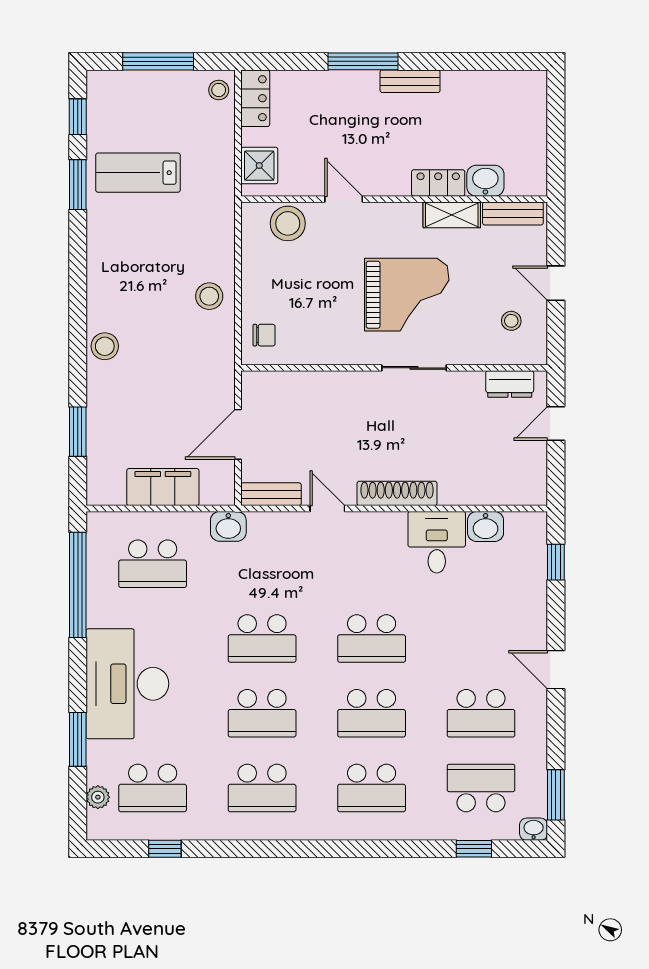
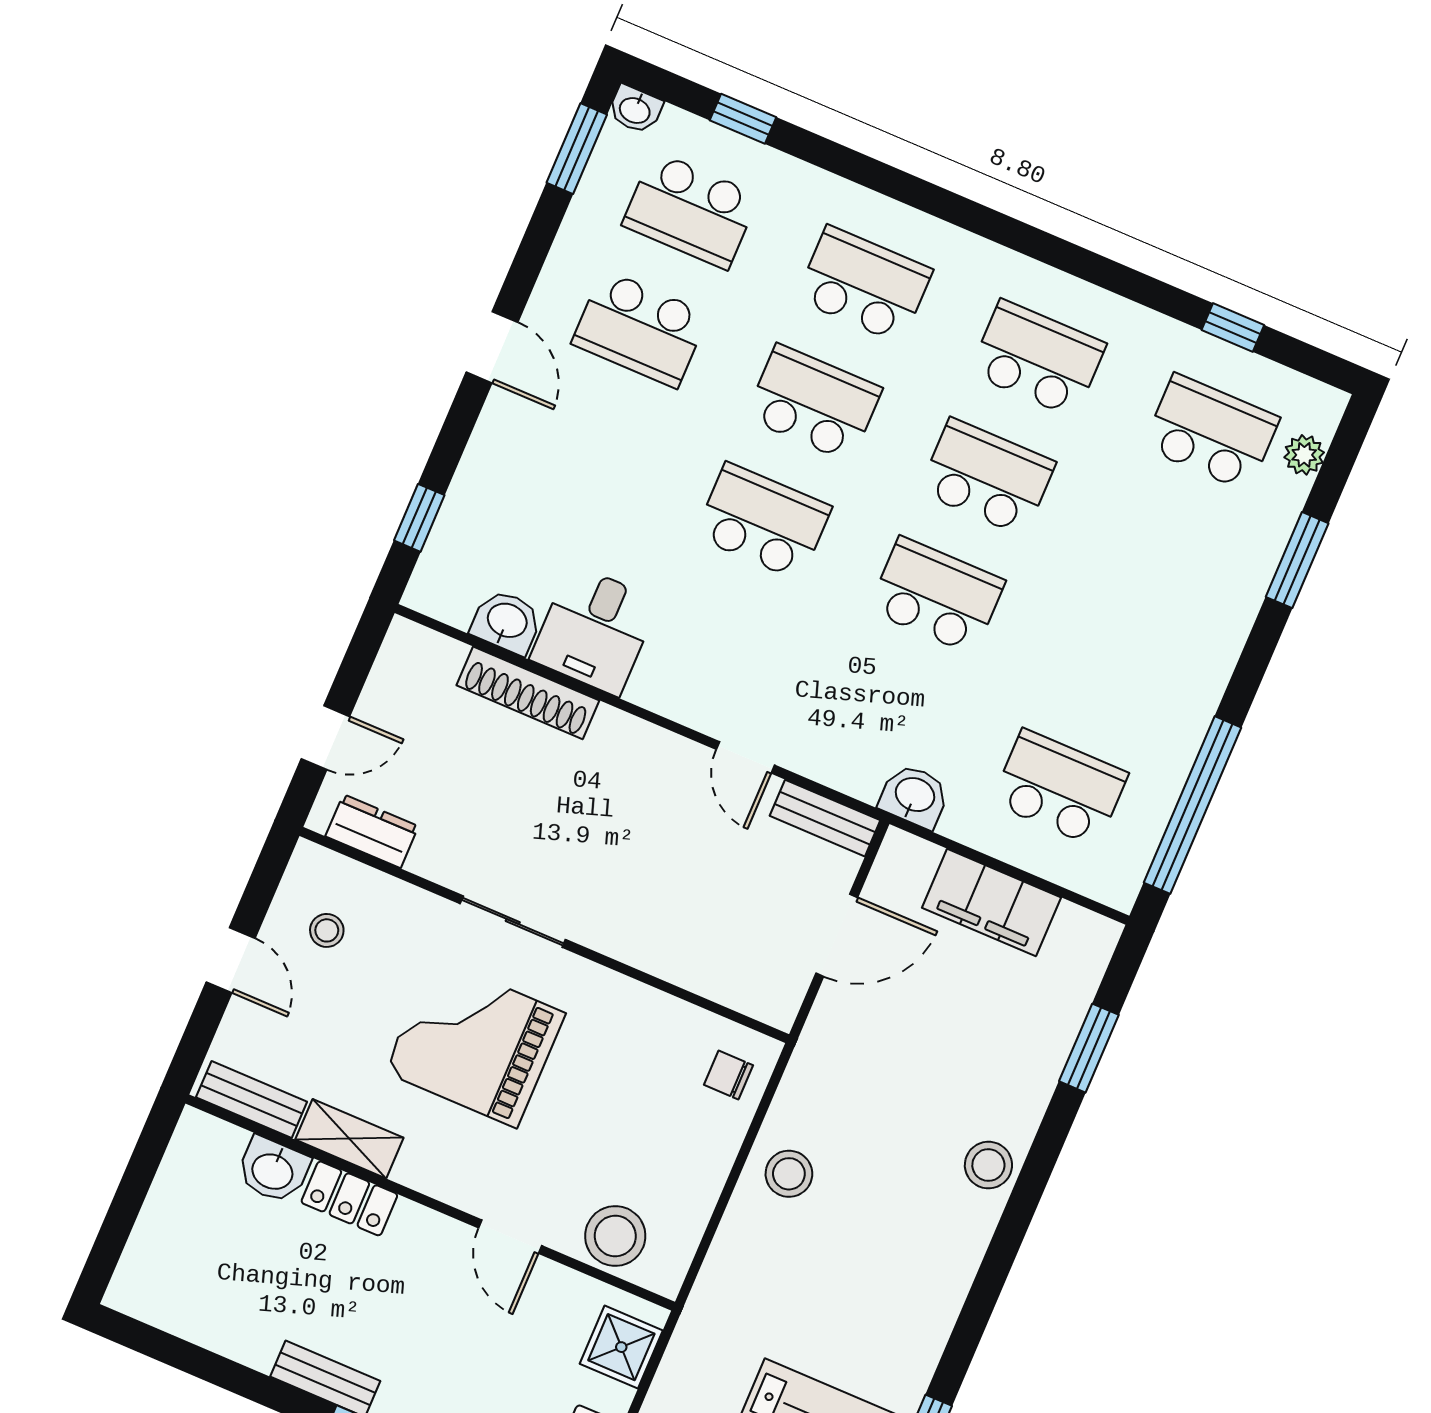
shoe rack: (397, 493) -> (528, 693), moved
desk: (127, 684) -> (1181, 615), removed
school desk: (481, 713) -> (640, 329), turned 180

